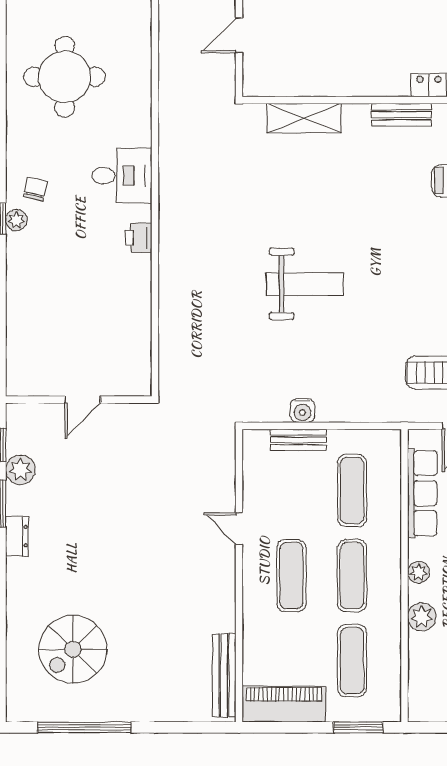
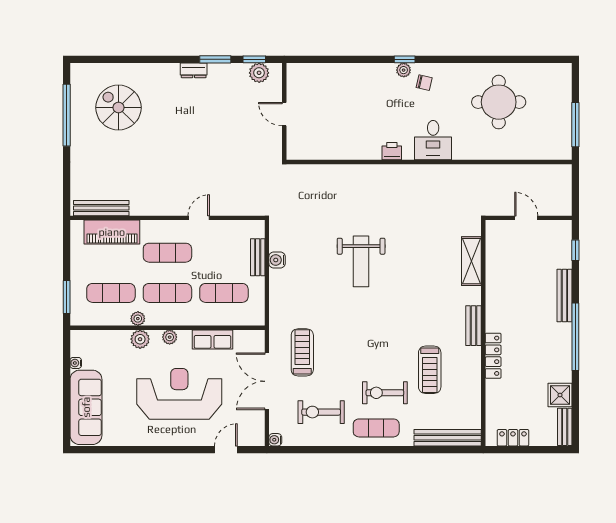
plant: (21, 470) -> (259, 73), moved
row of seats: (422, 493) -> (213, 340), width x0.68
plant: (391, 620) -> (138, 319), added
piano: (284, 704) -> (112, 232), moved, turned 90

